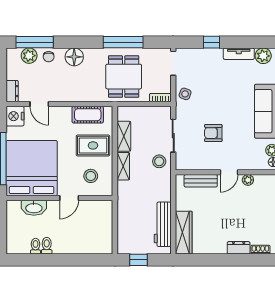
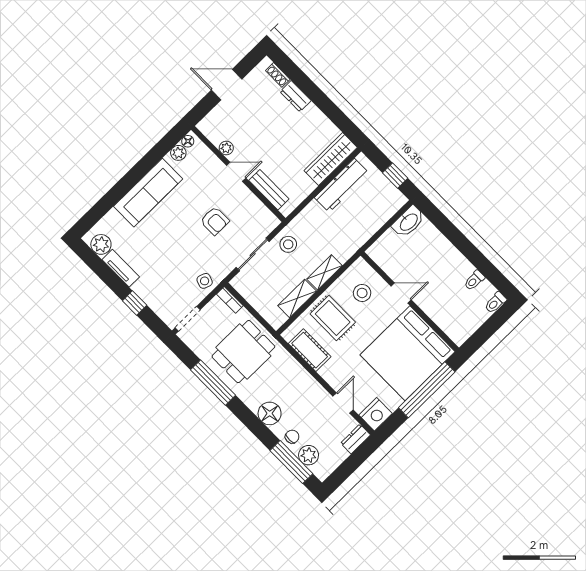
washbasin: (34, 208) -> (408, 222), moved, turned 90
toilet: (47, 246) -> (495, 303), moved

